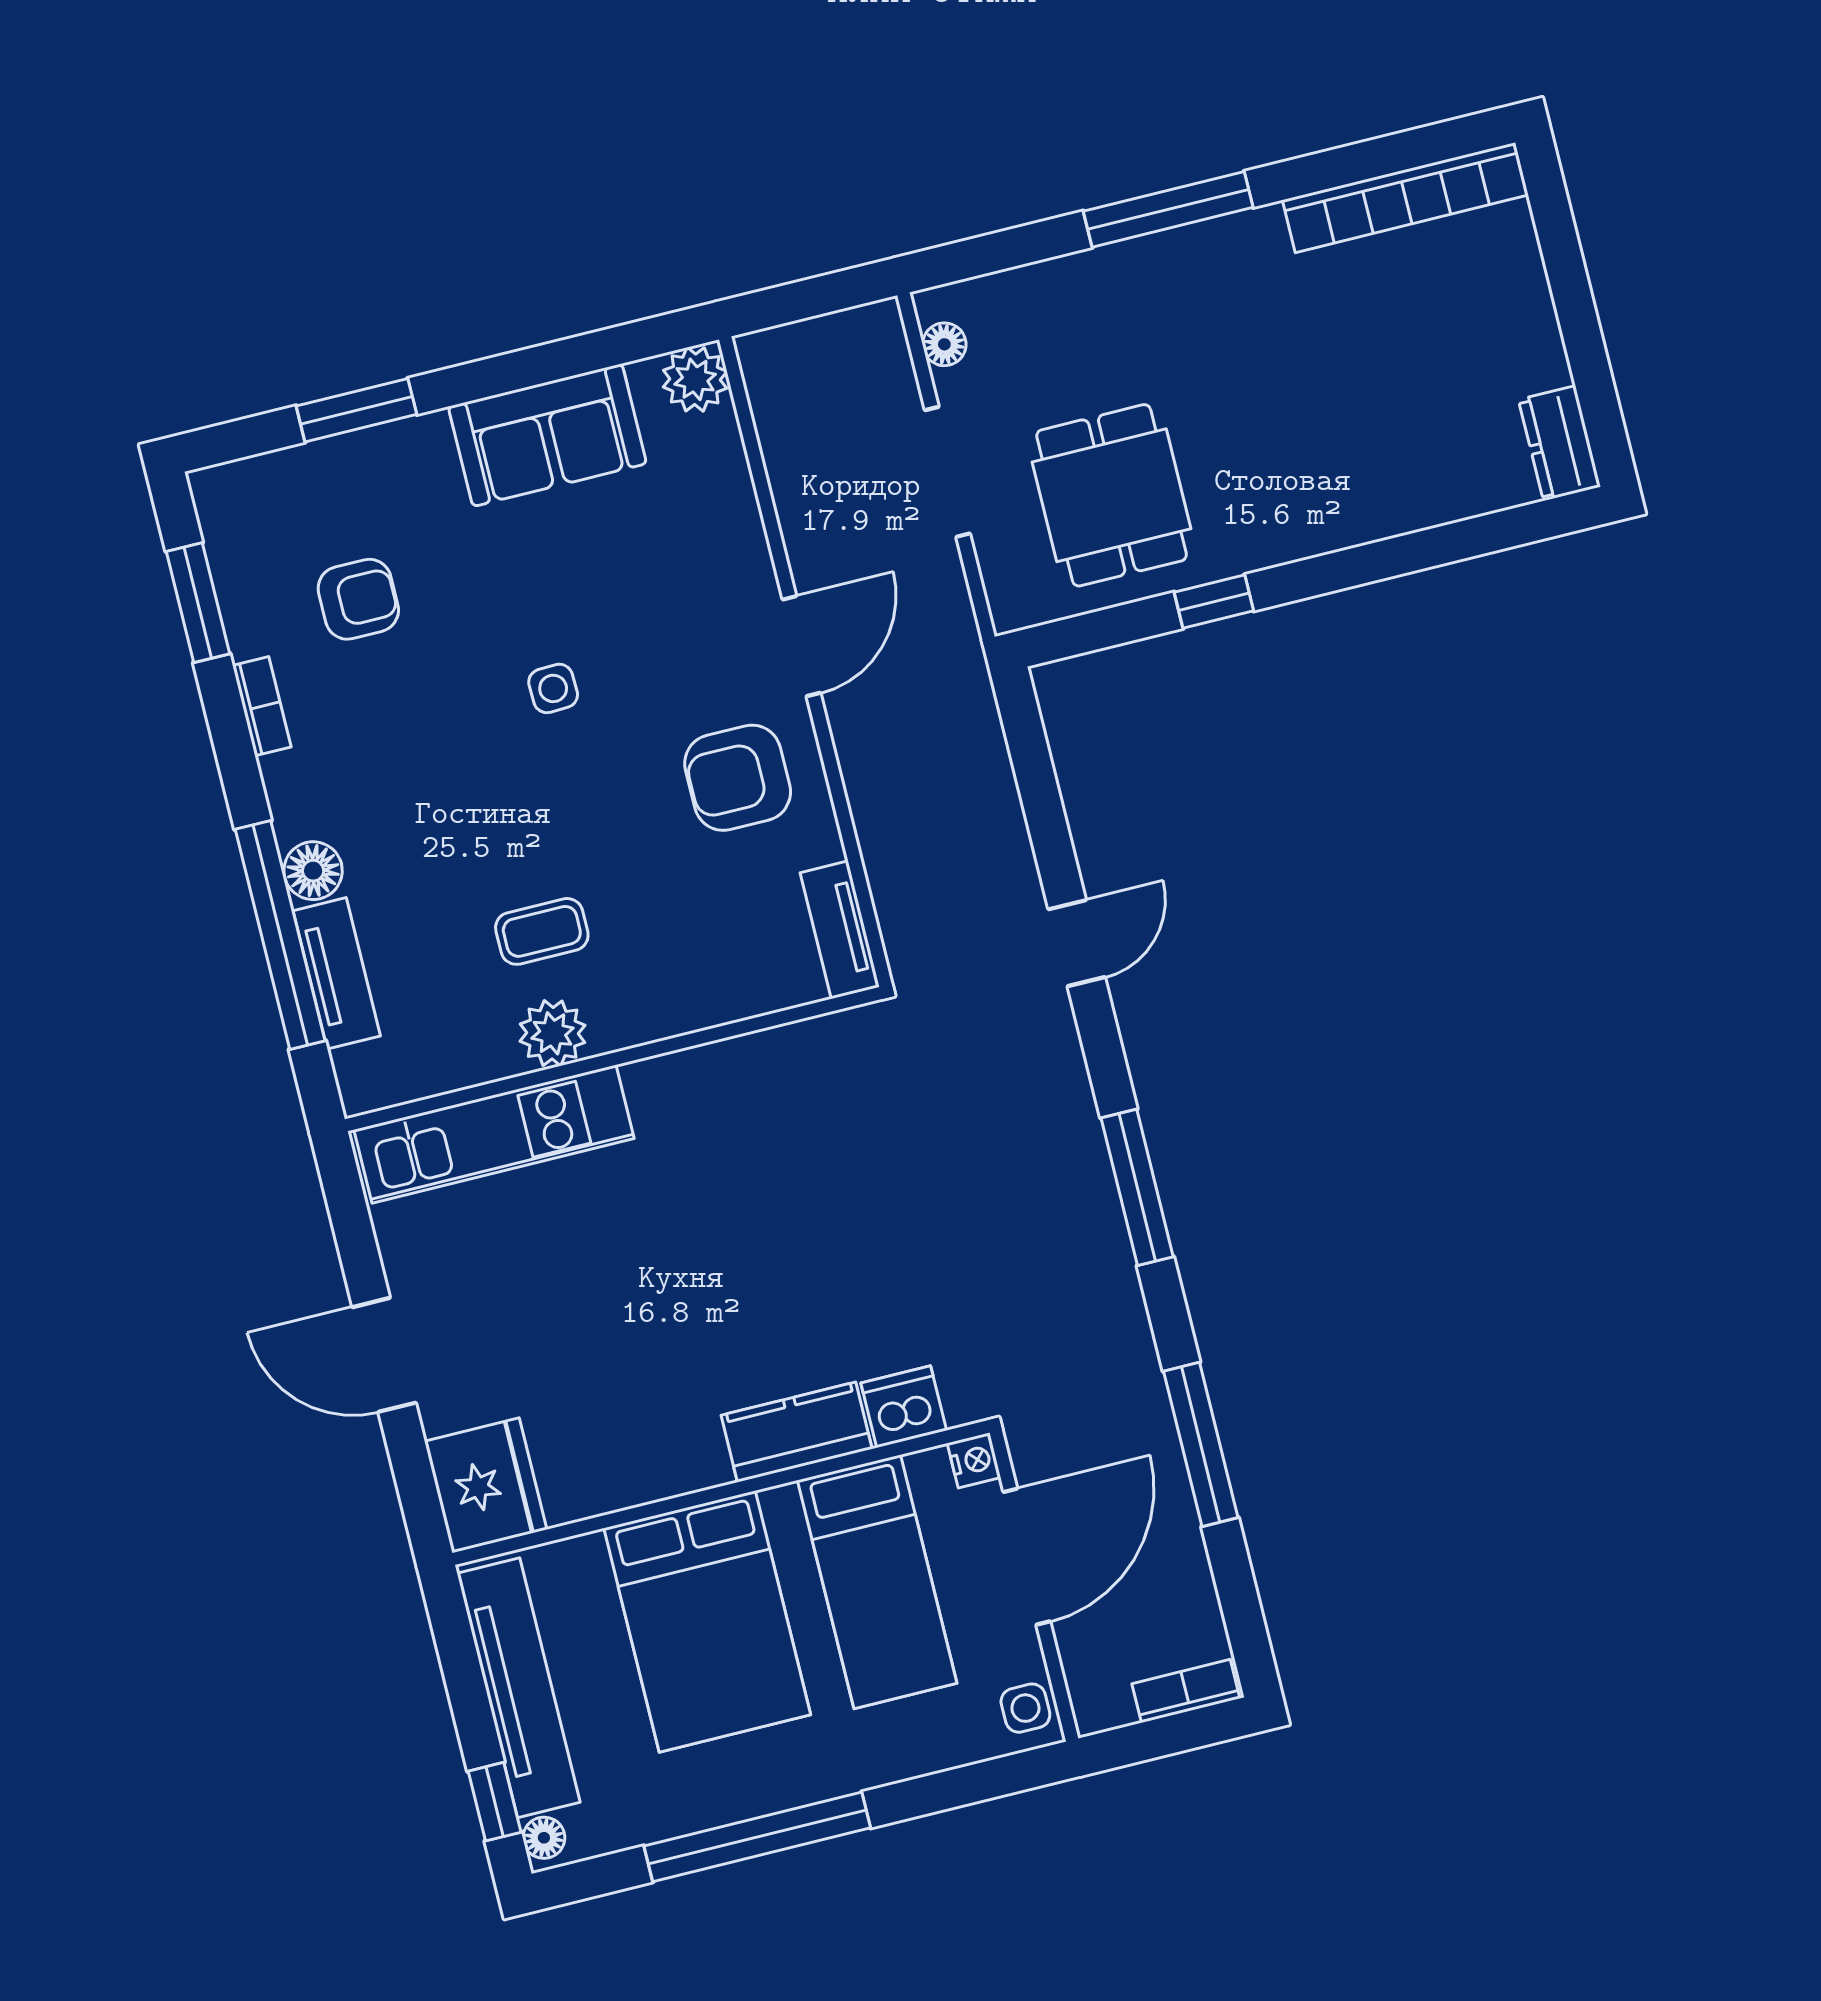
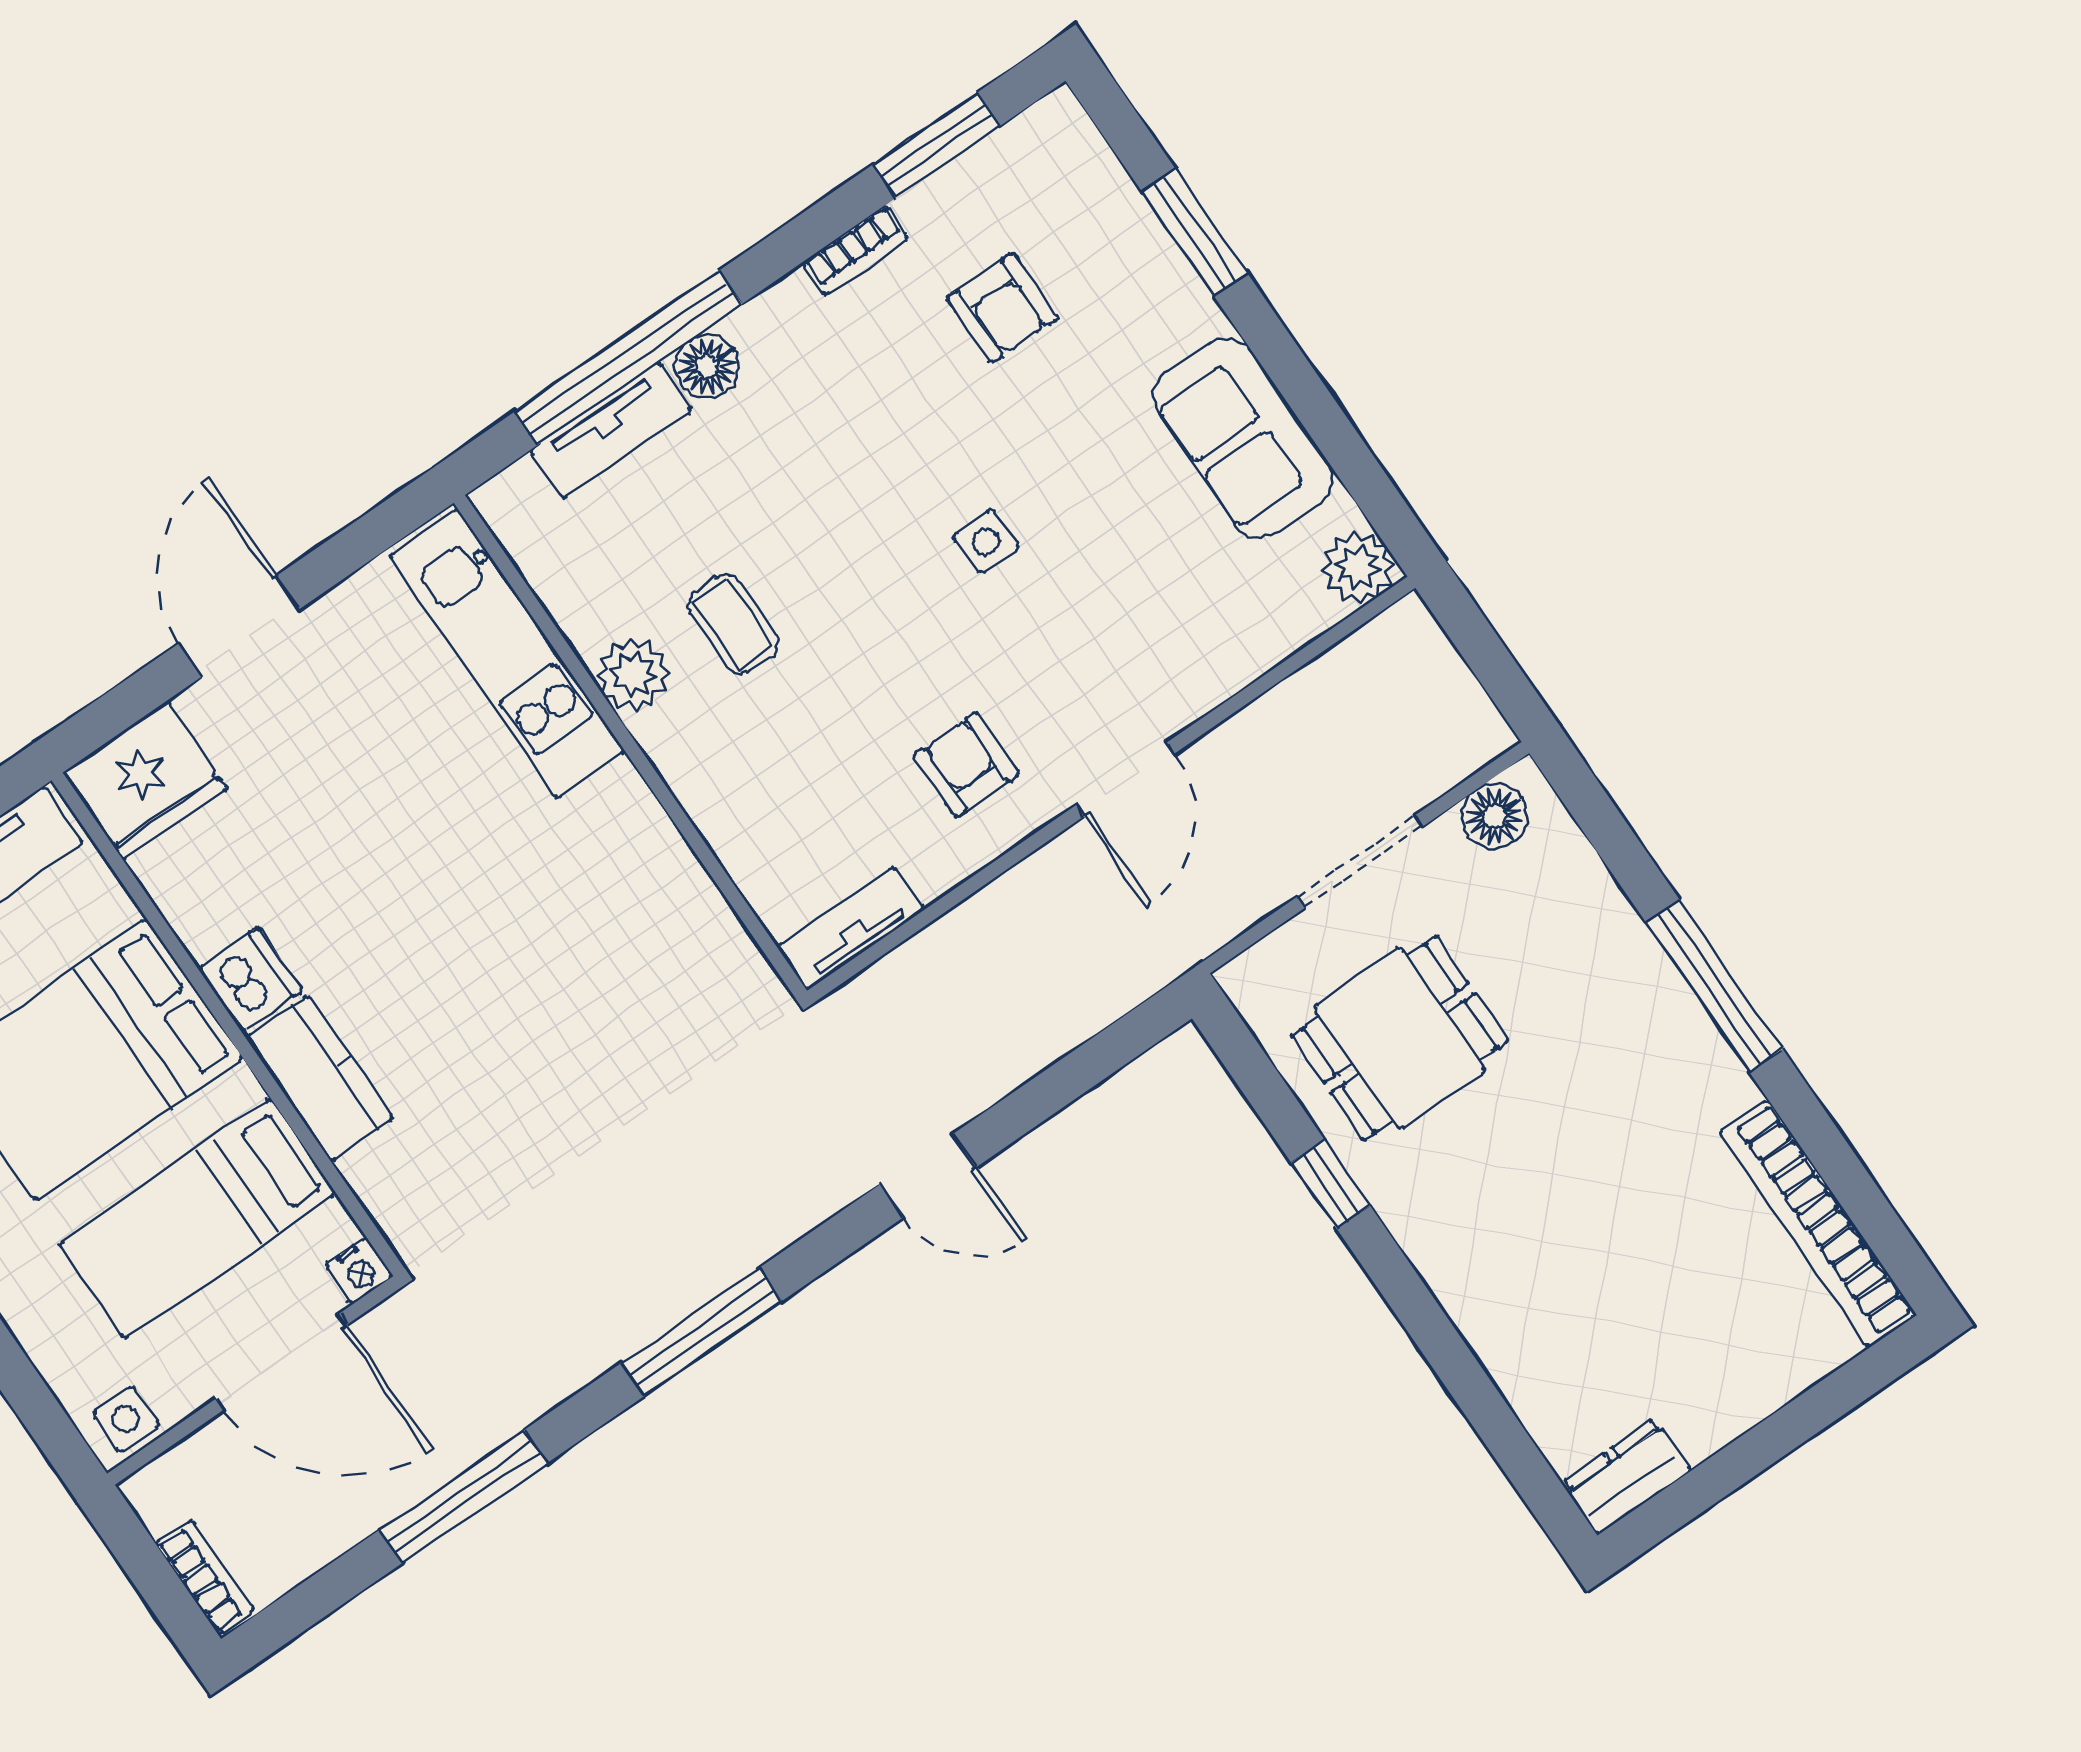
floor lamp: (944, 344) -> (1495, 816), width x1.37, depth x1.37
door: (801, 646) -> (1125, 779), hinge flipped
armchair: (738, 778) -> (966, 765), width x0.72, depth x0.72
dishwasher: (904, 1407) -> (250, 980), moved

